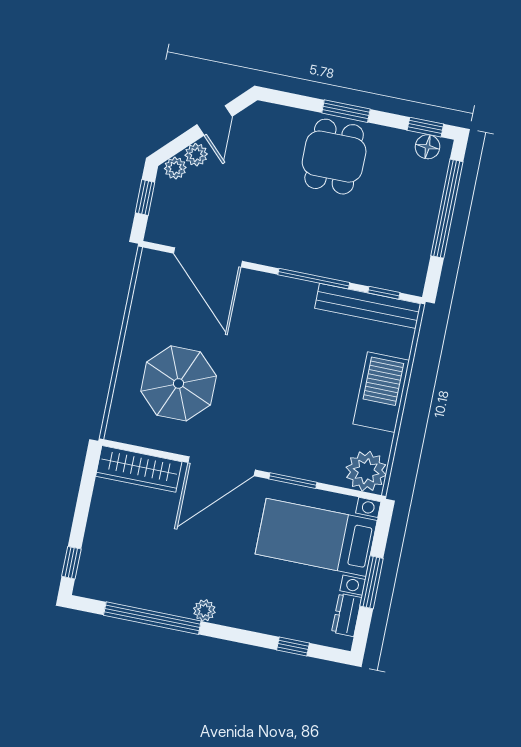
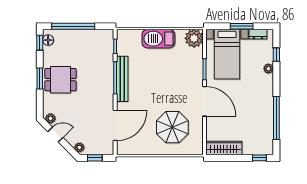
plant: (196, 155) -> (51, 118), moved
bench: (368, 306) -> (122, 79), moved
wardrobe: (139, 469) -> (224, 148), moved, turned -90
plant: (204, 610) -> (268, 69), moved

